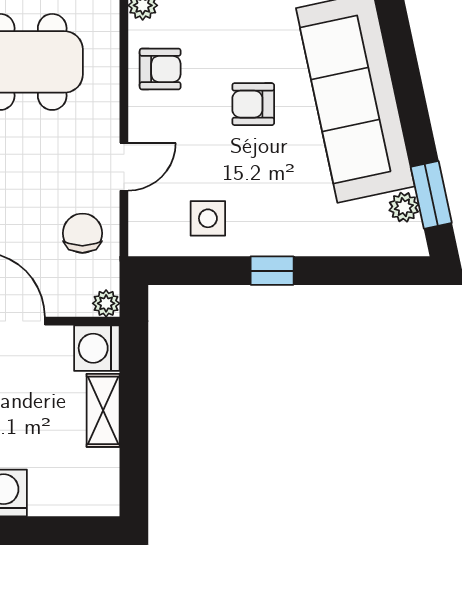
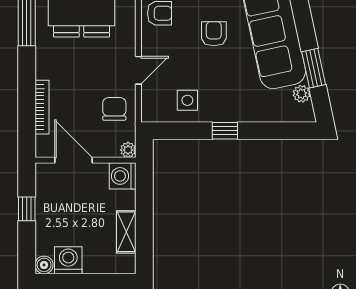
armchair: (253, 104) -> (214, 34), turned 90
window: (431, 195) -> (314, 68), moved
shelving: (103, 410) -> (126, 232), moved

